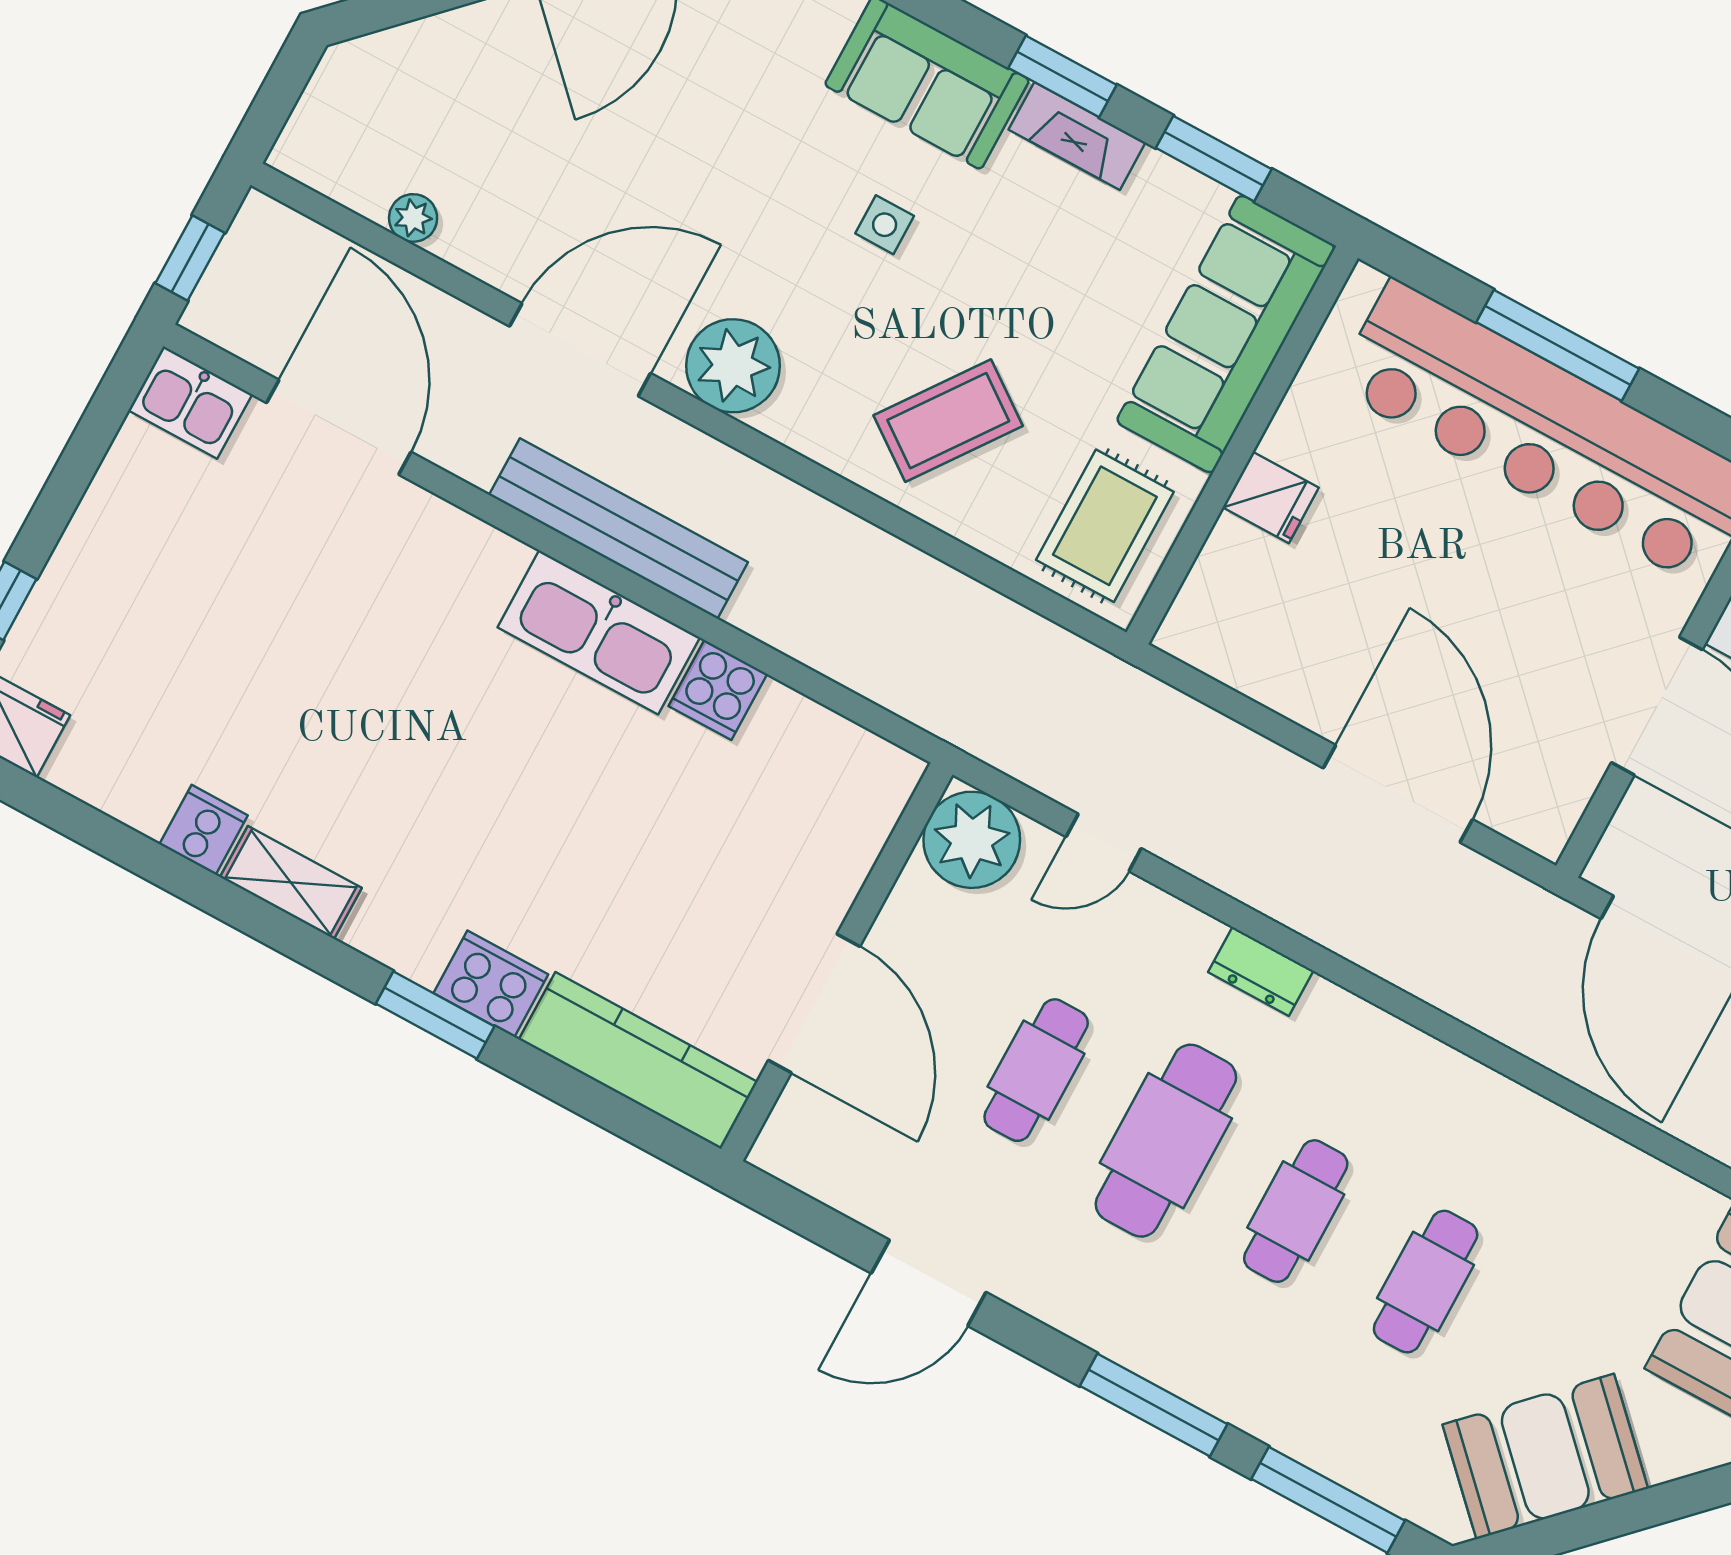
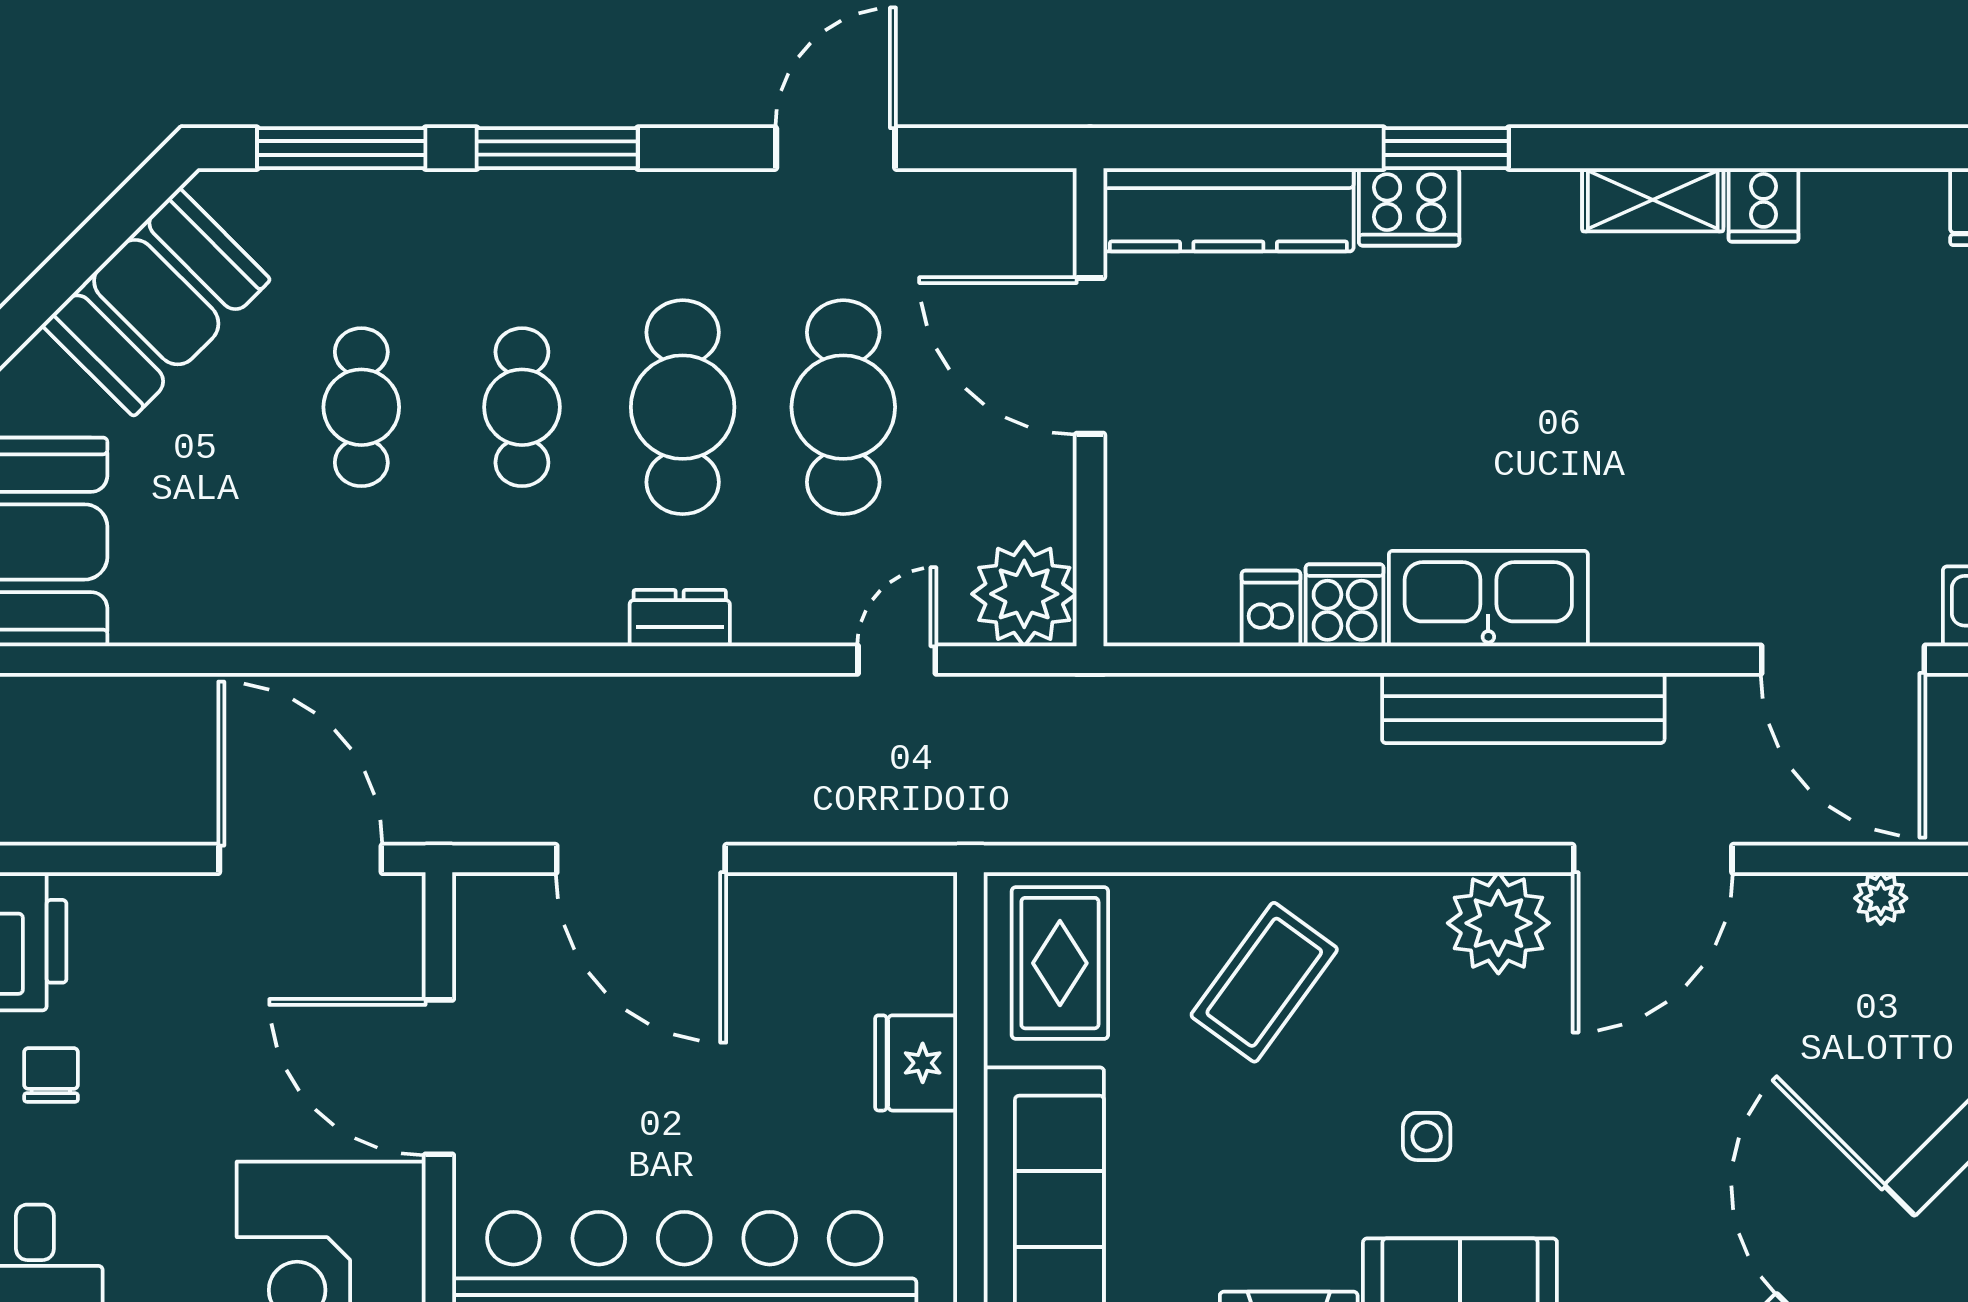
fridge: (1271, 497) -> (916, 1063), width x1.38
dishwasher: (779, 720) -> (1271, 608), added
cafe table: (1036, 1070) -> (843, 407), width x1.37, depth x1.35

